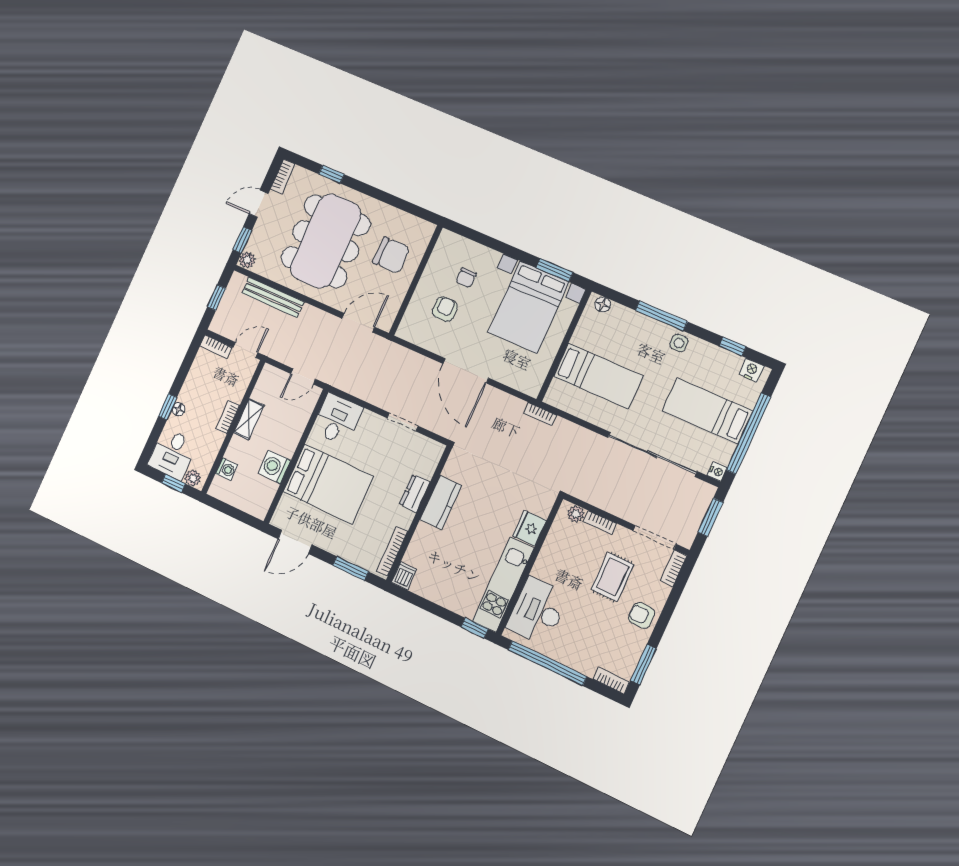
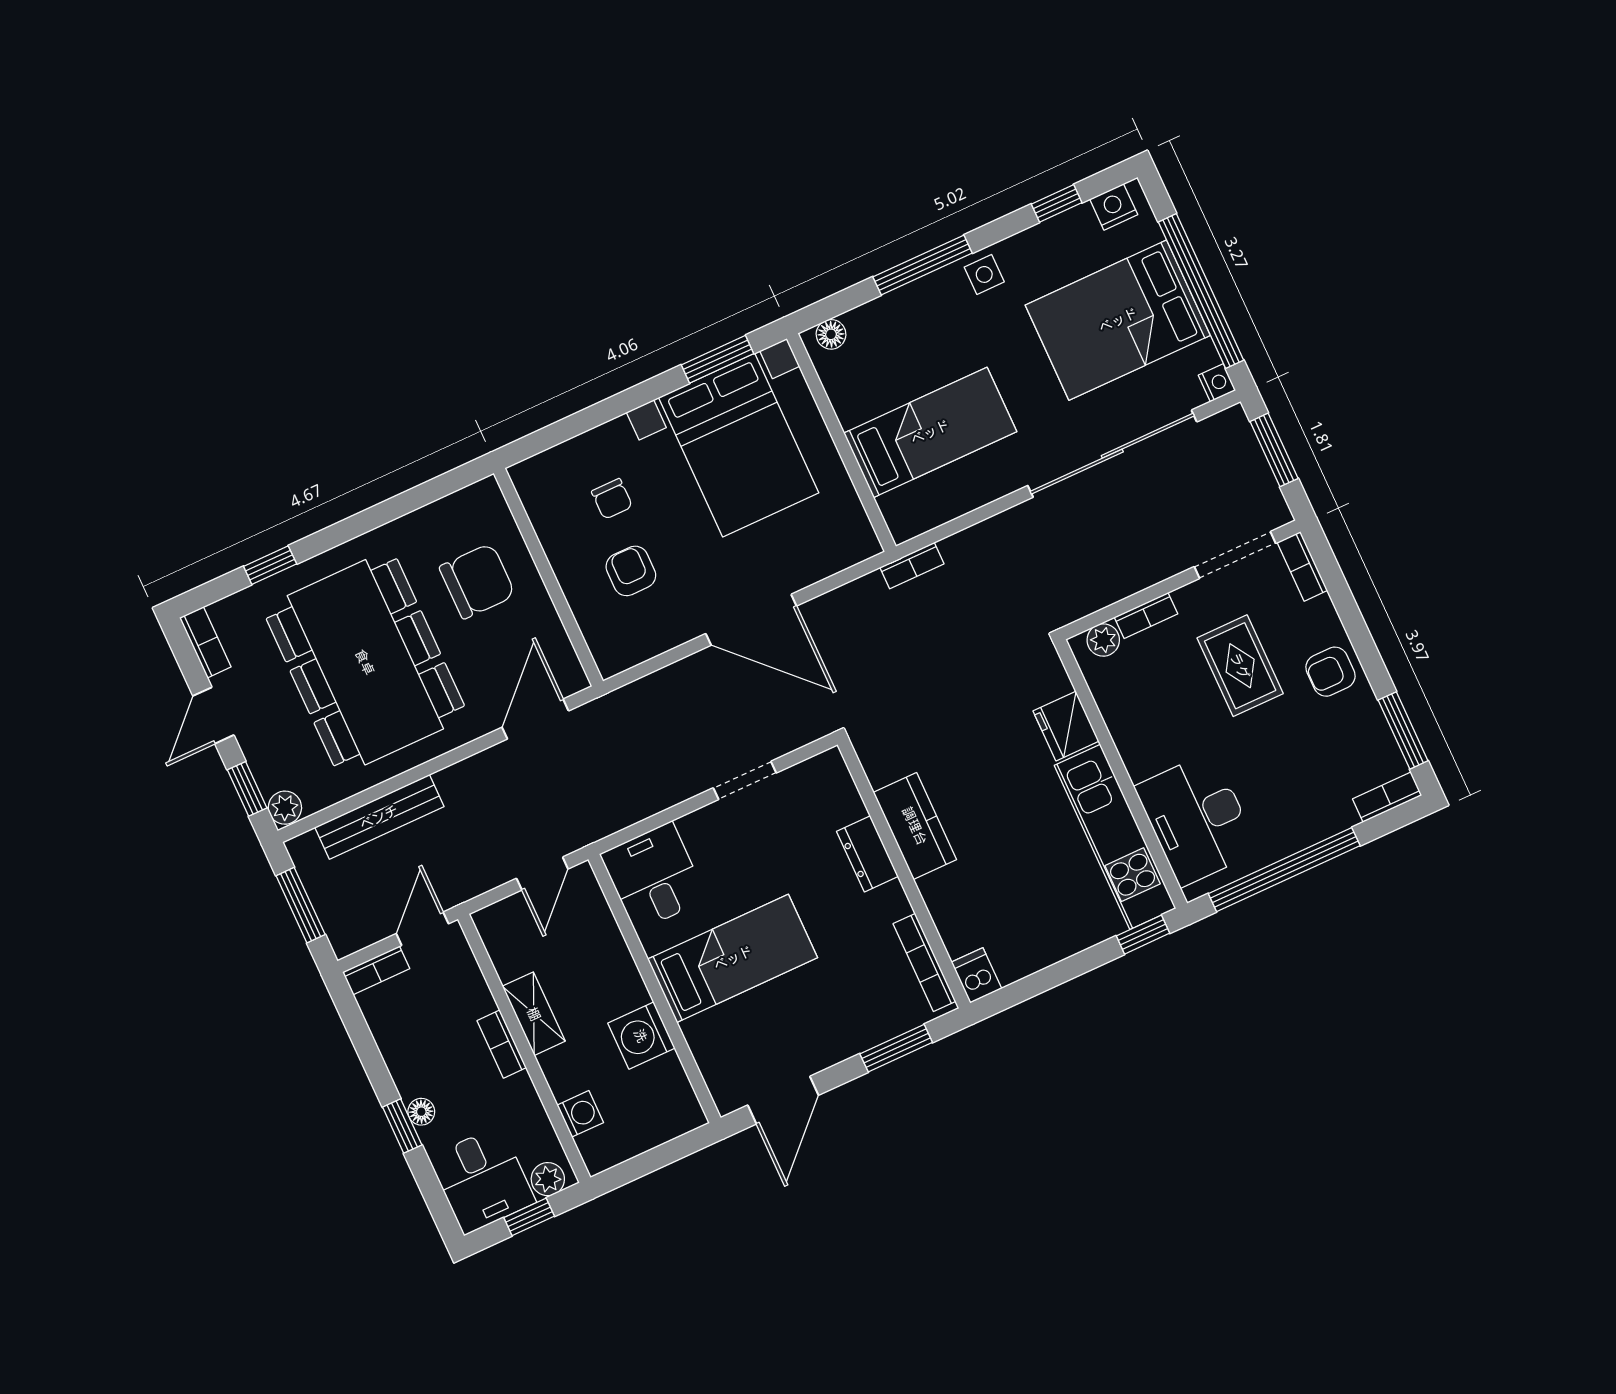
window: (217, 298) -> (301, 905), width x1.50
bed: (707, 411) -> (1118, 320), width x1.50
bed: (328, 484) -> (733, 958), width x0.67

